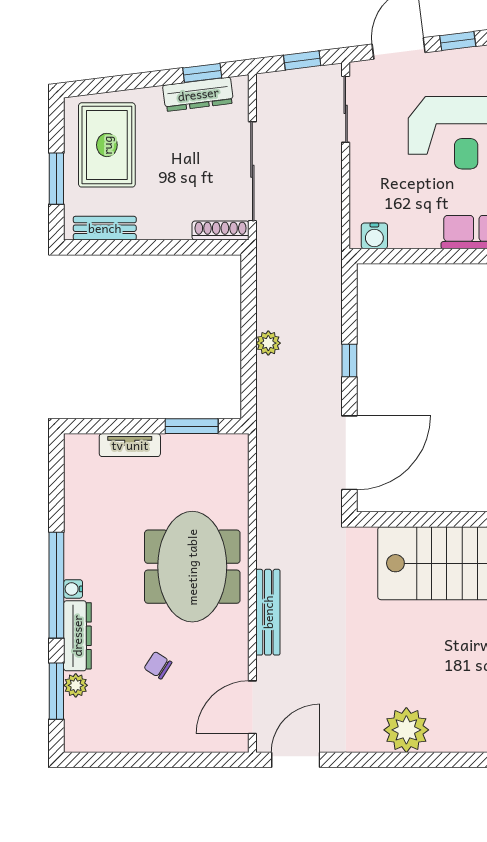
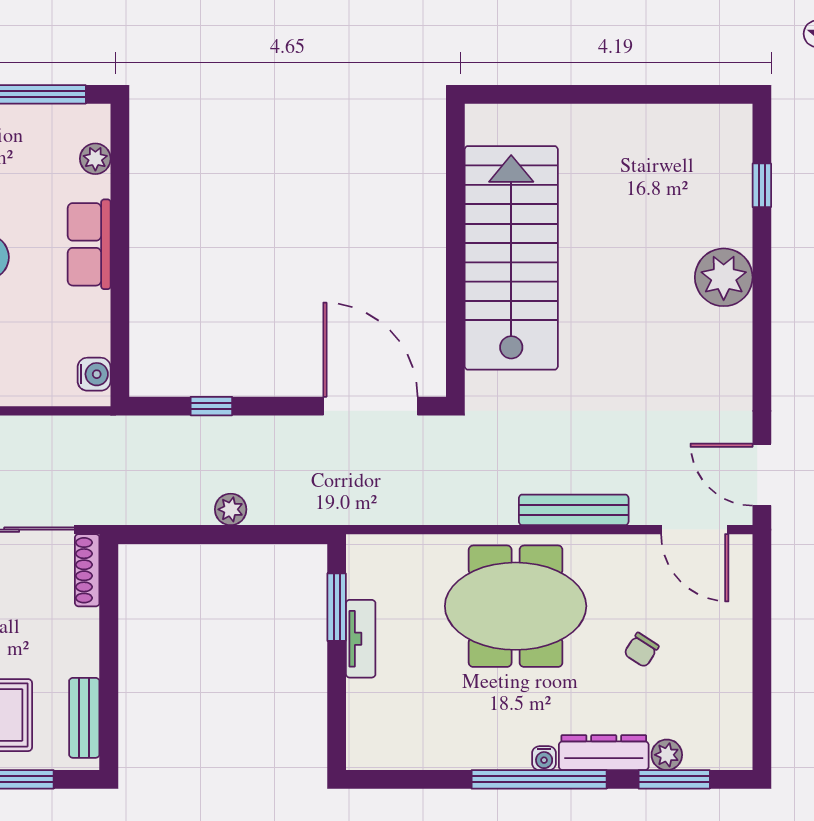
window: (349, 361) -> (211, 406), moved
tv unit: (130, 445) -> (361, 639), moved
plant: (406, 730) -> (724, 277), moved

